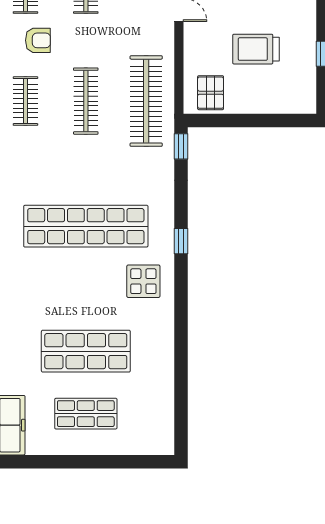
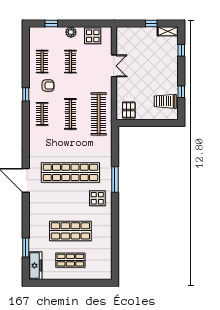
trolley: (256, 49) -> (165, 101), moved
window: (181, 146) -> (115, 135), removed
window: (181, 241) -> (115, 179), width x2.17

